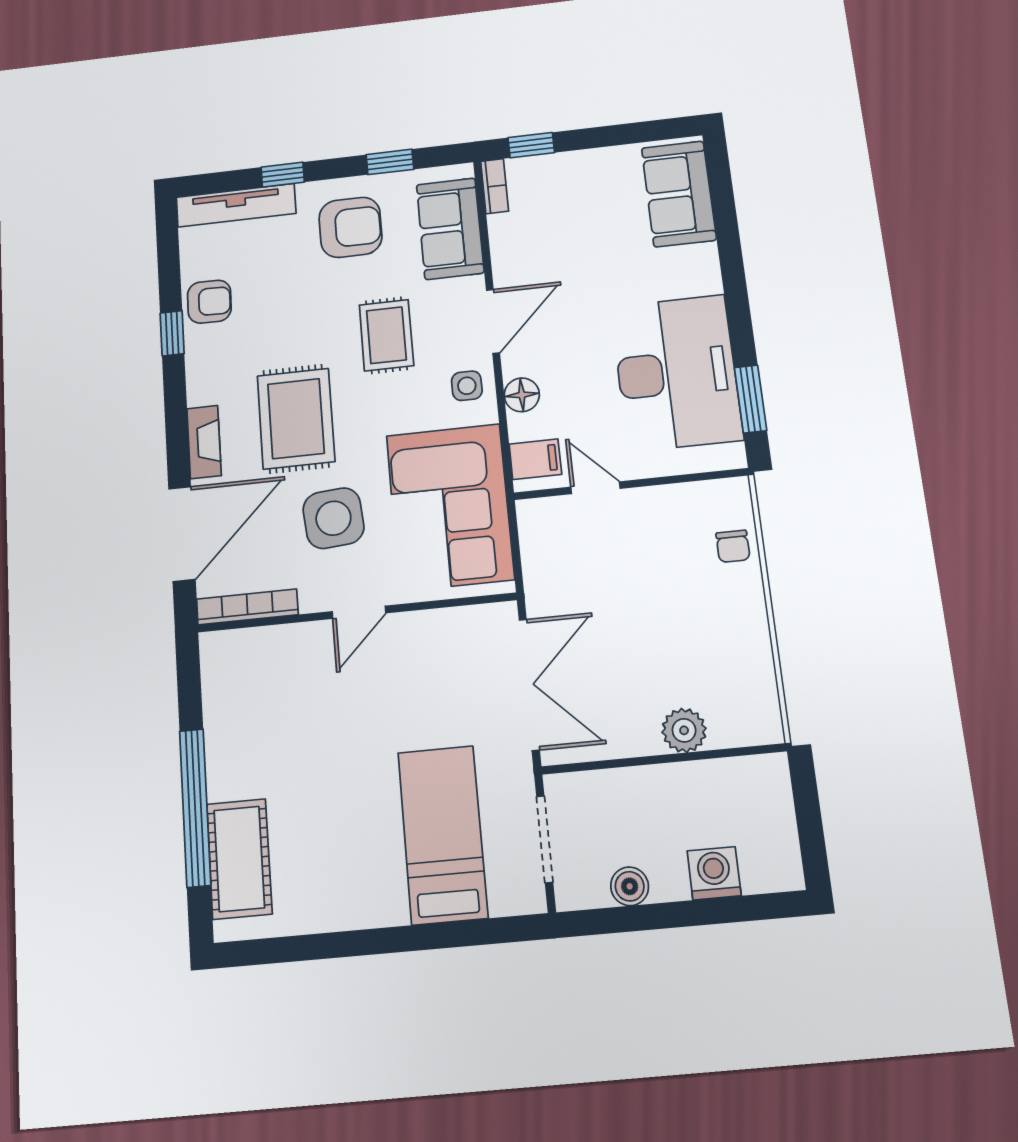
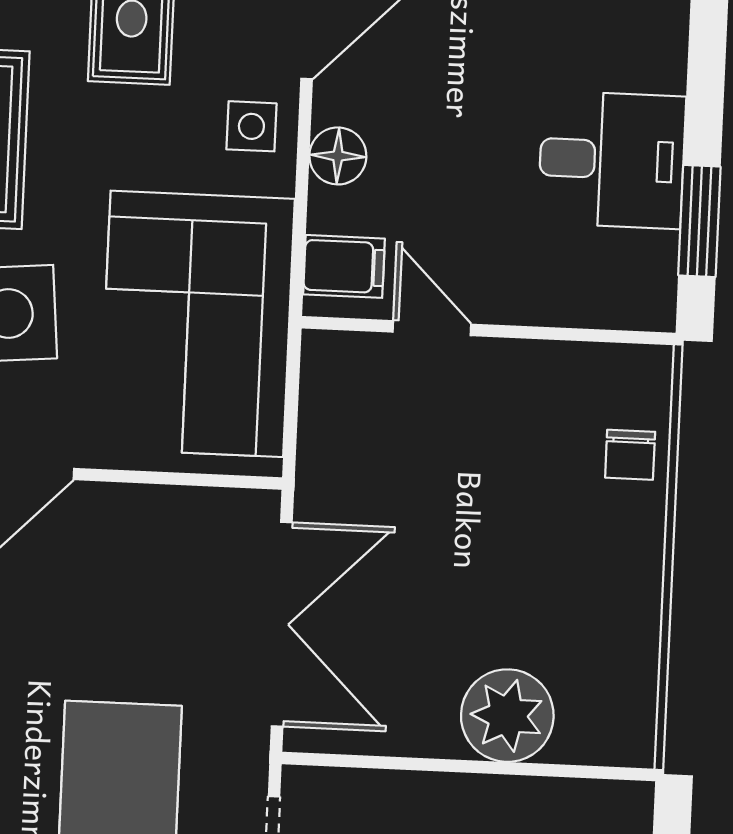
desk: (676, 373) -> (612, 160), width x0.53, depth x0.77
plant: (684, 730) -> (507, 716), width x1.36, depth x1.36

